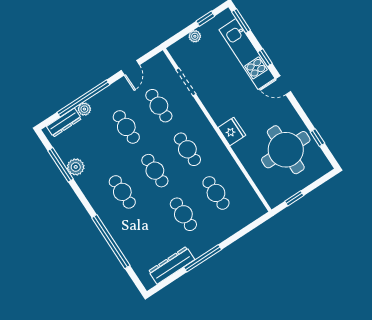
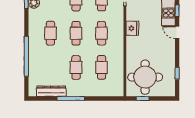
fridge: (232, 131) -> (132, 28), moved
round table: (286, 150) -> (145, 77), moved

